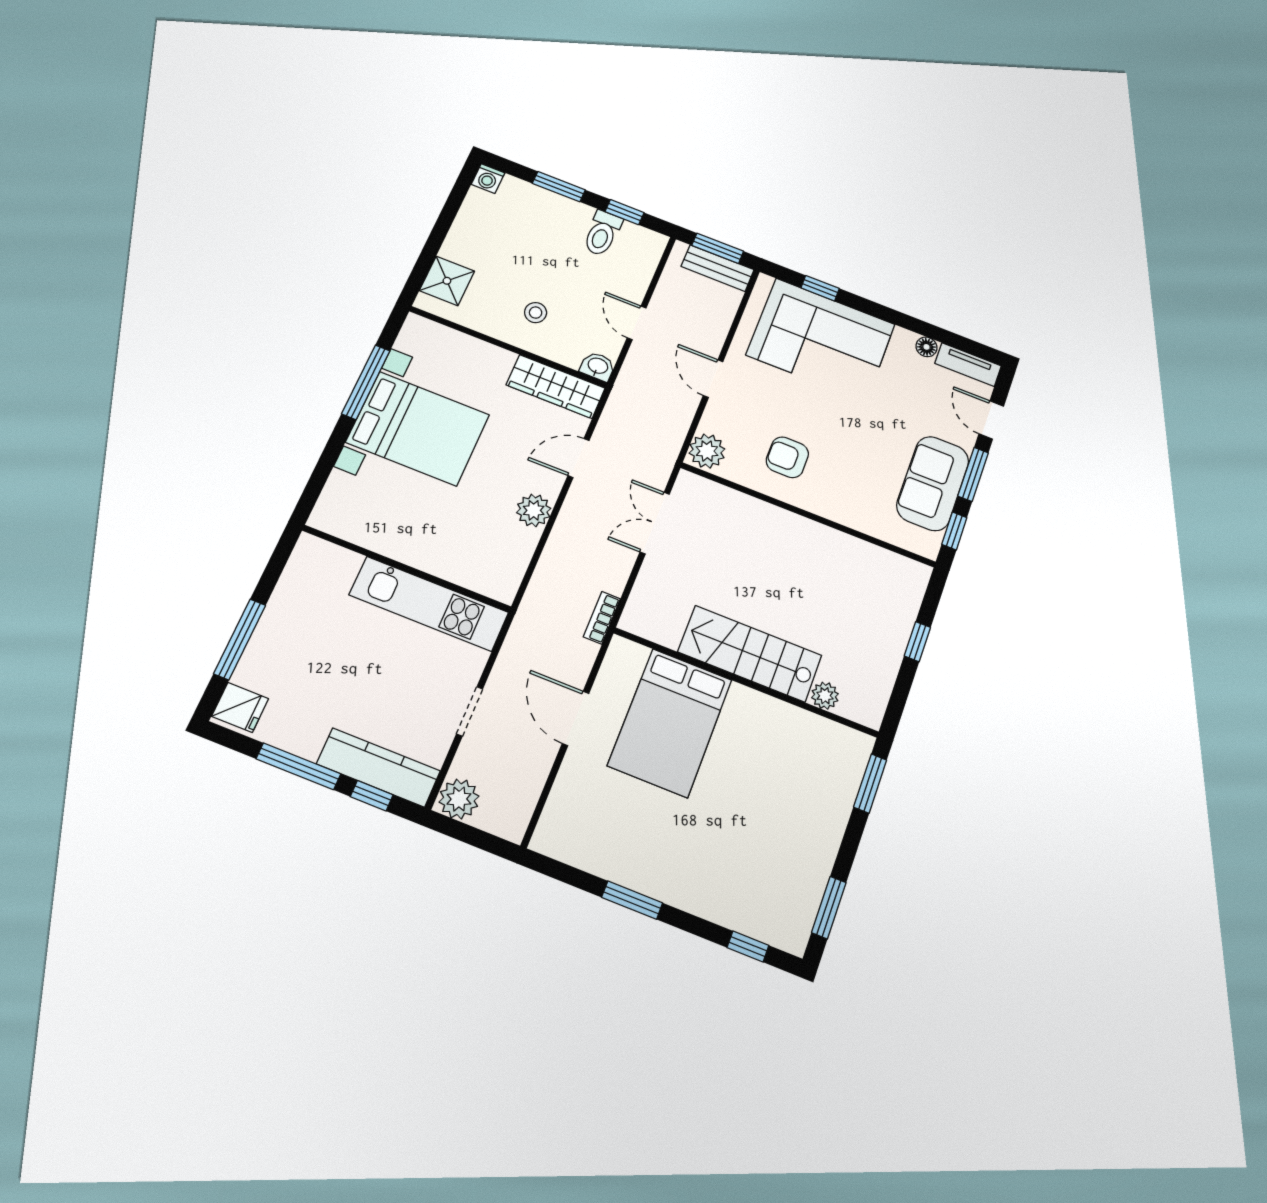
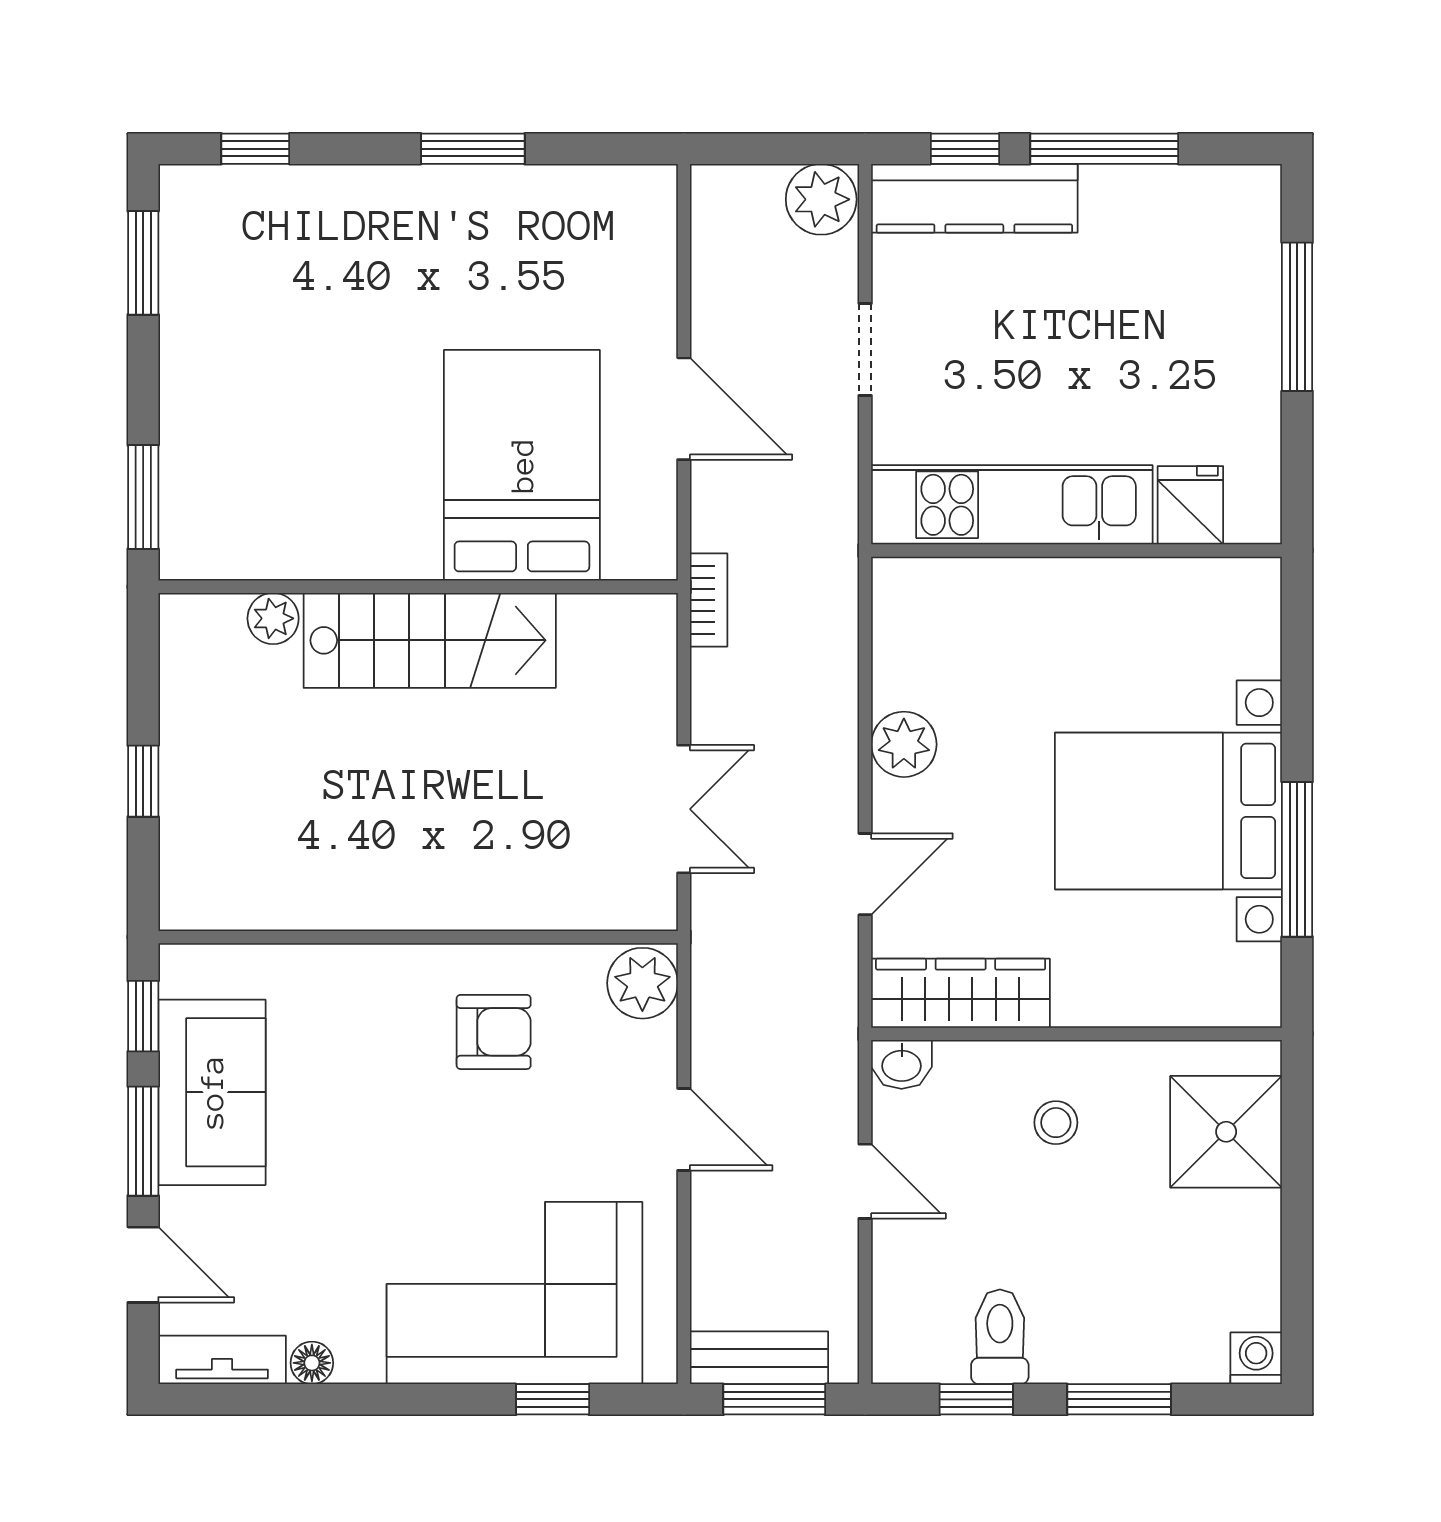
shower: (447, 281) -> (1226, 1132), width x1.36, depth x1.36
fridge: (240, 707) -> (1190, 505), moved, turned 90

